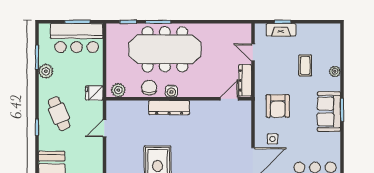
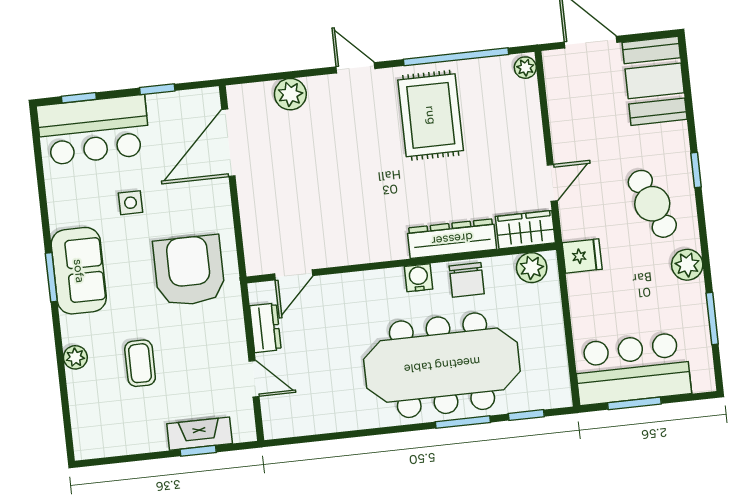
plant: (46, 71) -> (687, 265), moved
dresser: (245, 80) -> (265, 328), width x0.70
armchair: (278, 106) -> (189, 271), width x1.36, depth x1.36
wardrobe: (119, 108) -> (525, 230), added
dresser: (169, 108) -> (452, 239), moved
side table: (272, 139) -> (131, 203), moved

